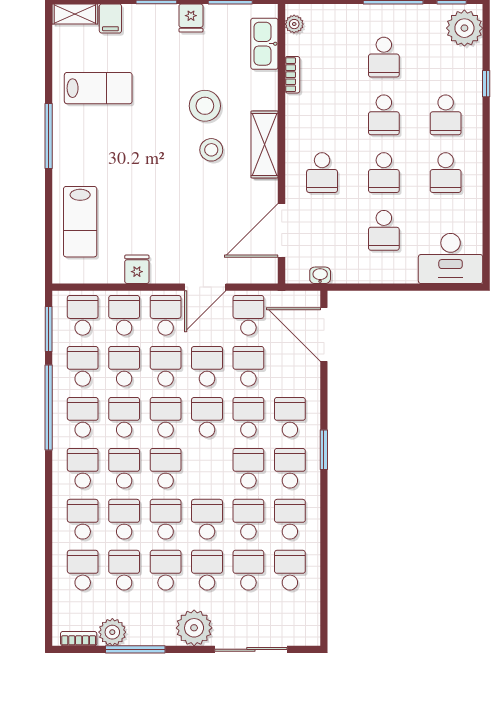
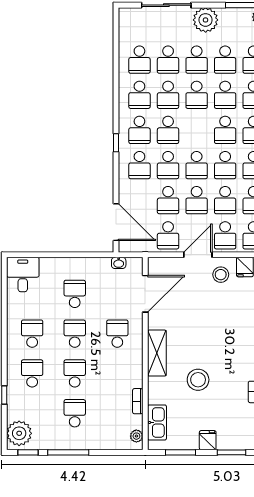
stool: (211, 150) -> (221, 275), moved
desk: (451, 258) -> (23, 274), width x0.73
window: (324, 450) -> (116, 143), width x0.67

